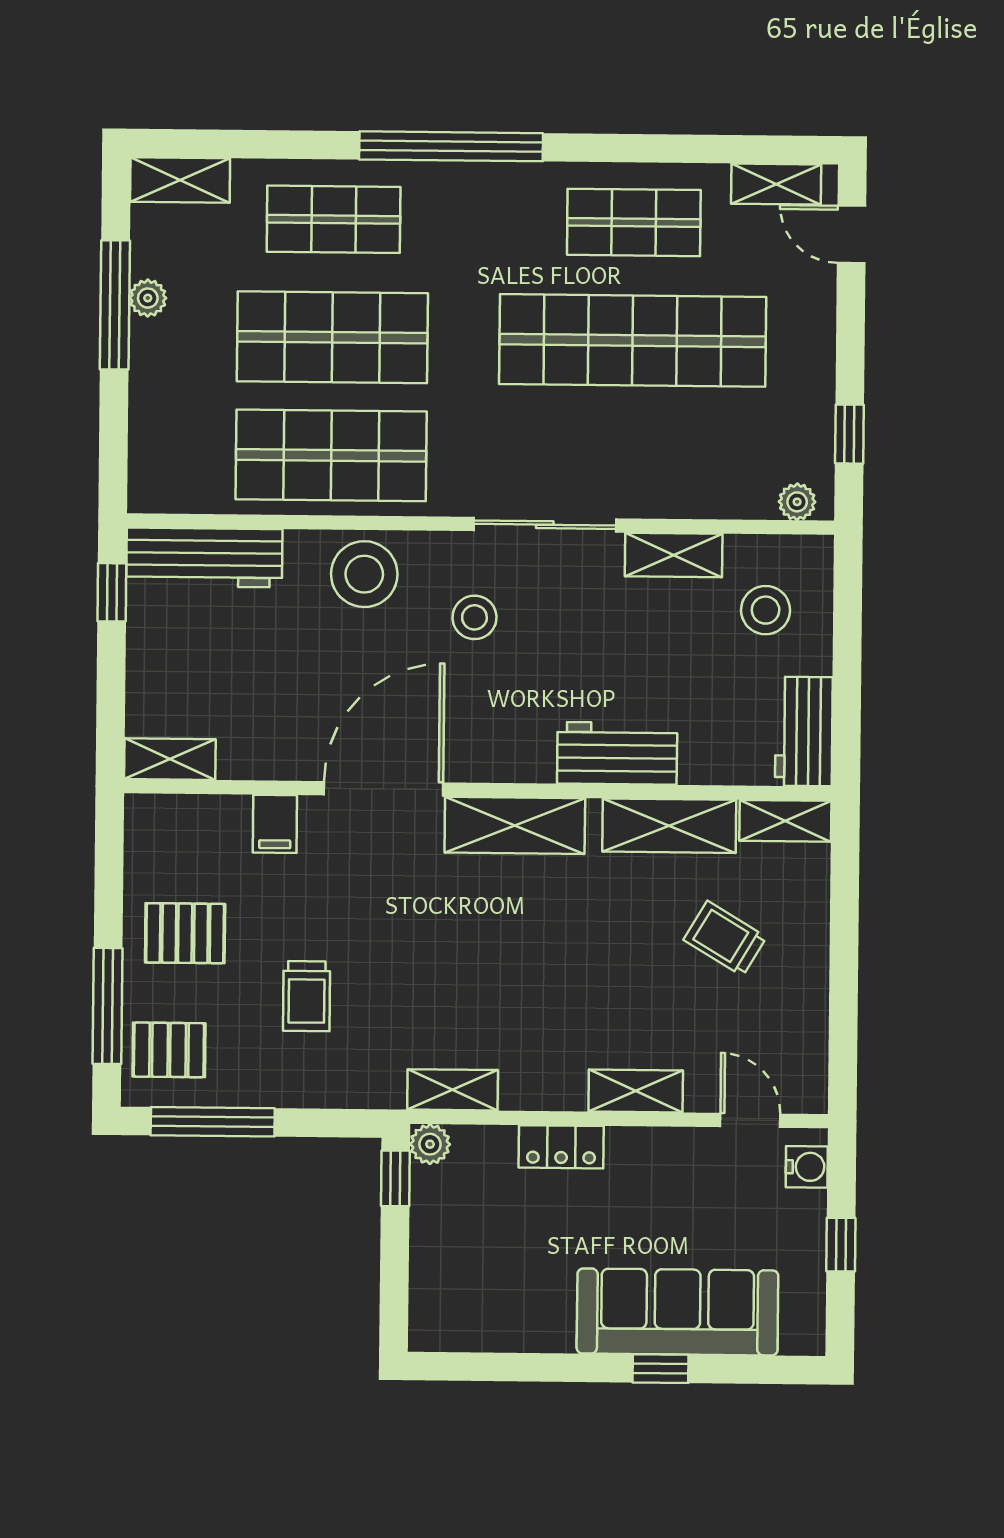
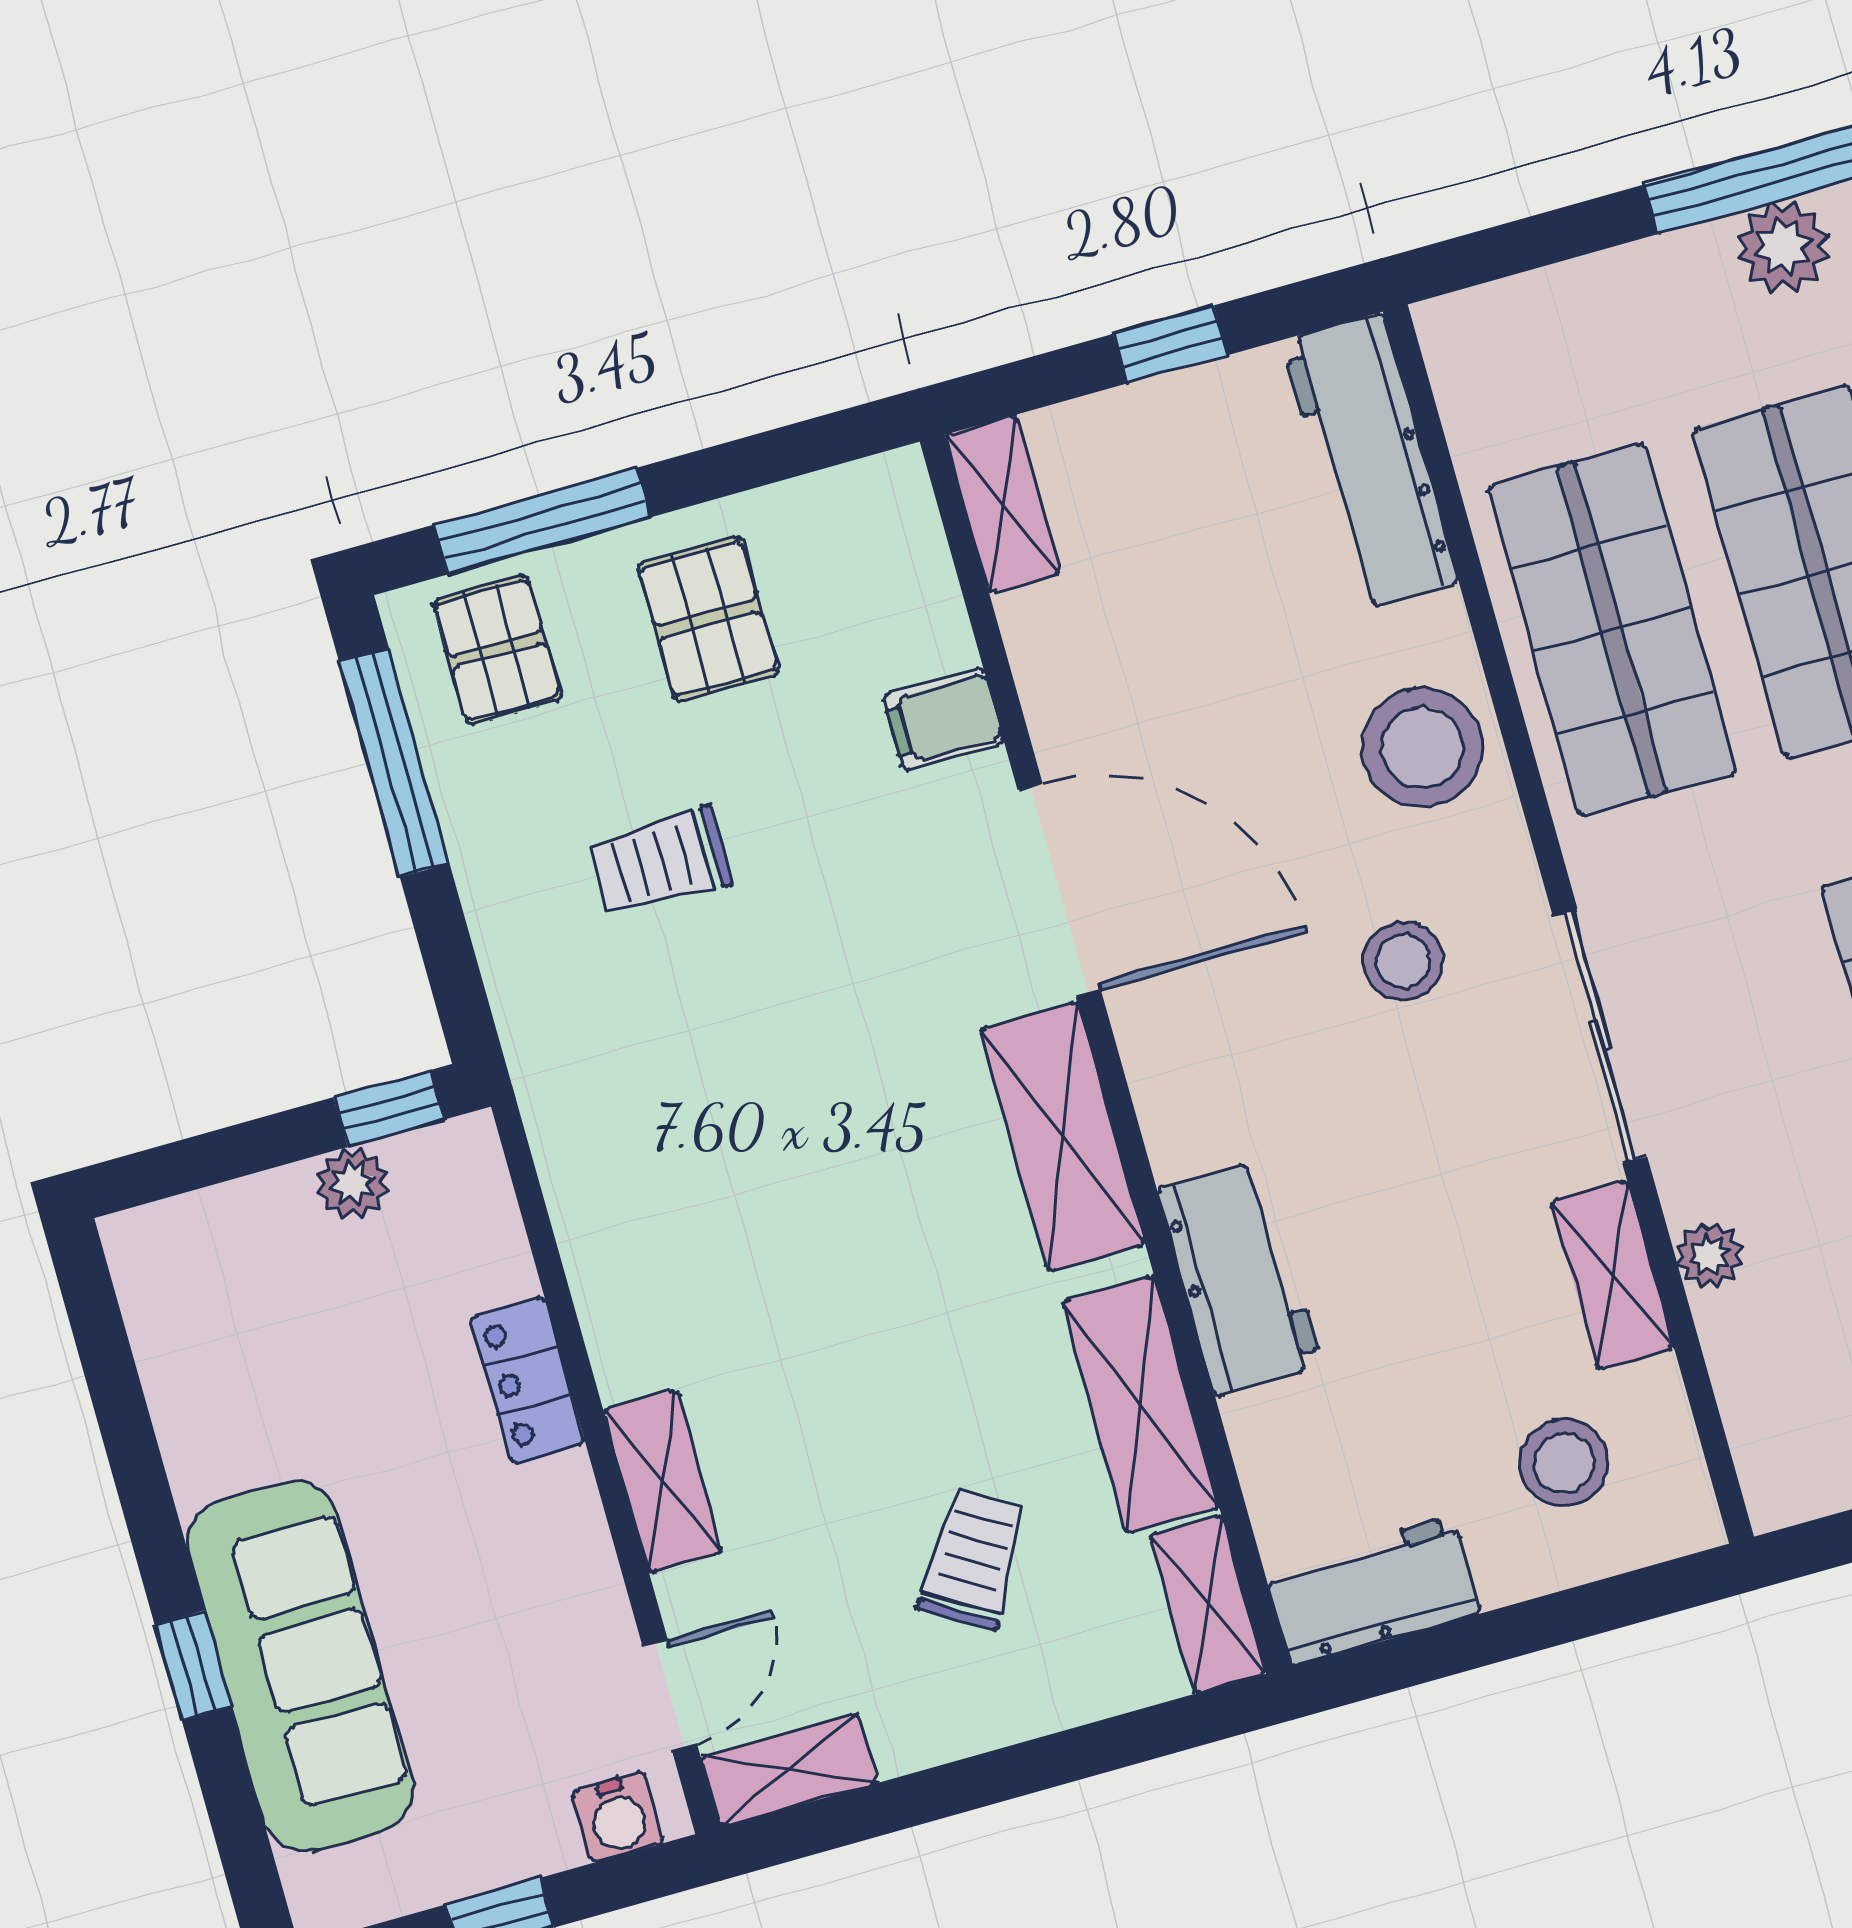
plant: (148, 298) -> (1783, 247), width x1.38, depth x1.38
plant: (797, 502) -> (1709, 1255), moved
window: (112, 592) -> (1170, 344), moved
shelving: (453, 1090) -> (789, 1770), moved, turned 90
plant: (430, 1144) -> (352, 1183), moved

